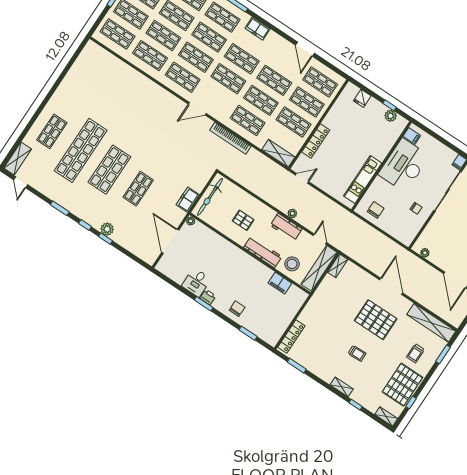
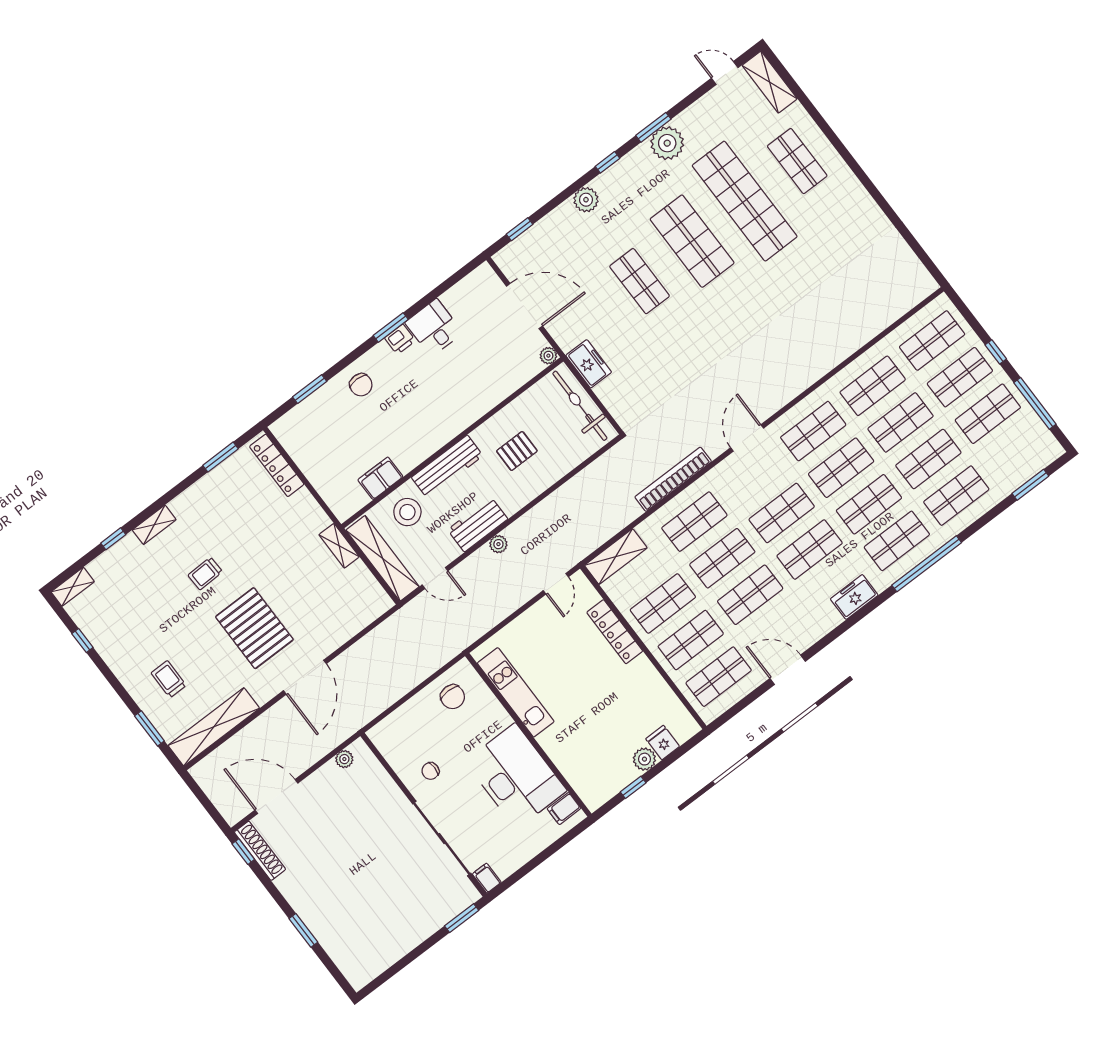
plant: (391, 116) -> (644, 759), moved
plant: (65, 199) -> (667, 143), added
window: (106, 239) -> (520, 229), moved
shelving: (338, 266) -> (339, 546), moved
door: (391, 286) -> (305, 677), hinge flipped
pallet: (376, 320) -> (254, 628), turned 90
pallet: (402, 385) -> (120, 636), removed

